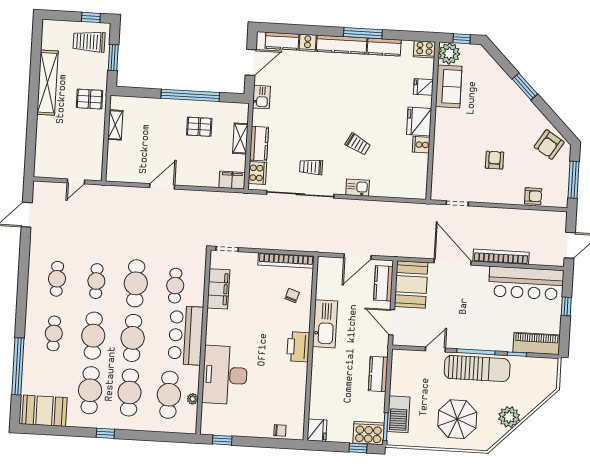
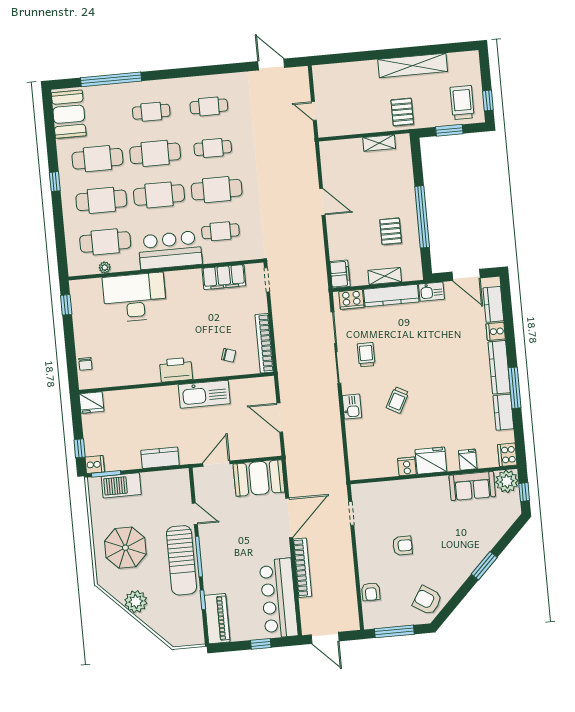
kitchen counter: (259, 144) -> (391, 296), width x1.50
kitchen counter: (383, 283) -> (256, 449), removed
cooker: (368, 433) -> (95, 465), width x0.53, depth x0.76

